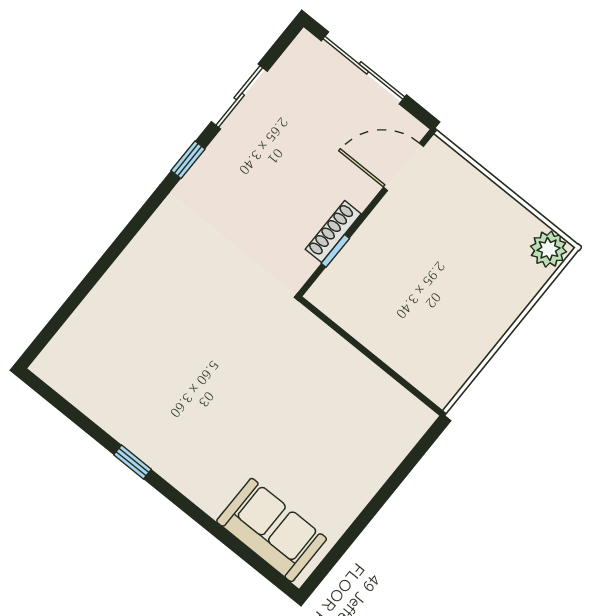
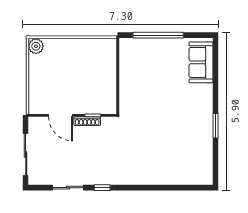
door: (403, 167) -> (60, 115), moved
window: (133, 462) -> (215, 126), width x1.50
window: (386, 492) -> (158, 35), added

